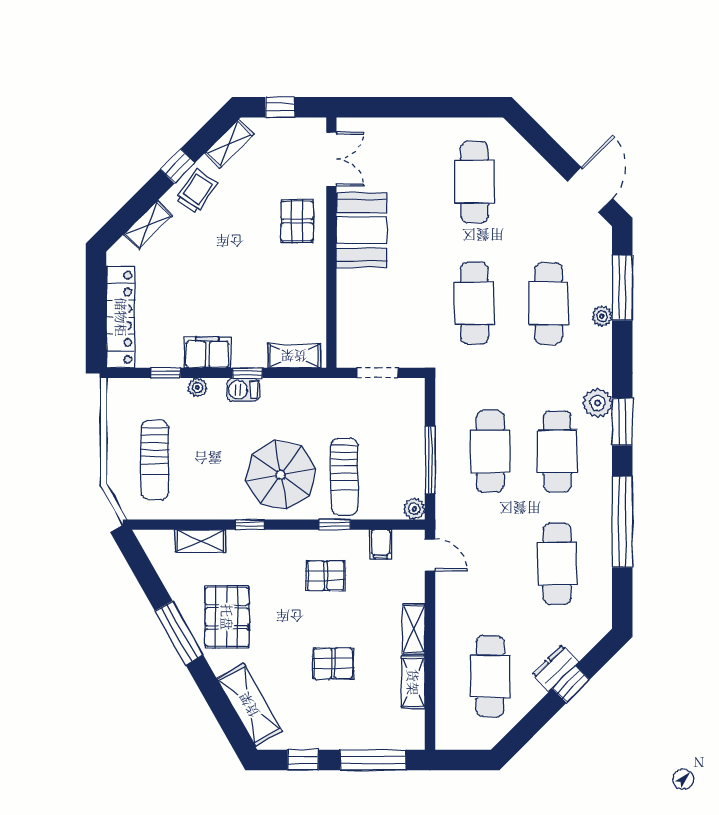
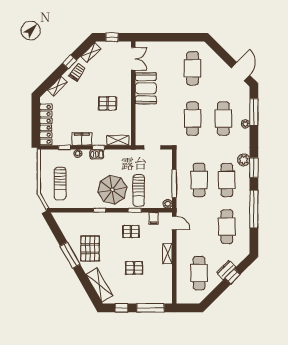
pallet: (297, 221) -> (108, 103), moved, turned 90
shelving: (200, 541) -> (79, 217), removed
shelving: (413, 682) -> (167, 276), removed

